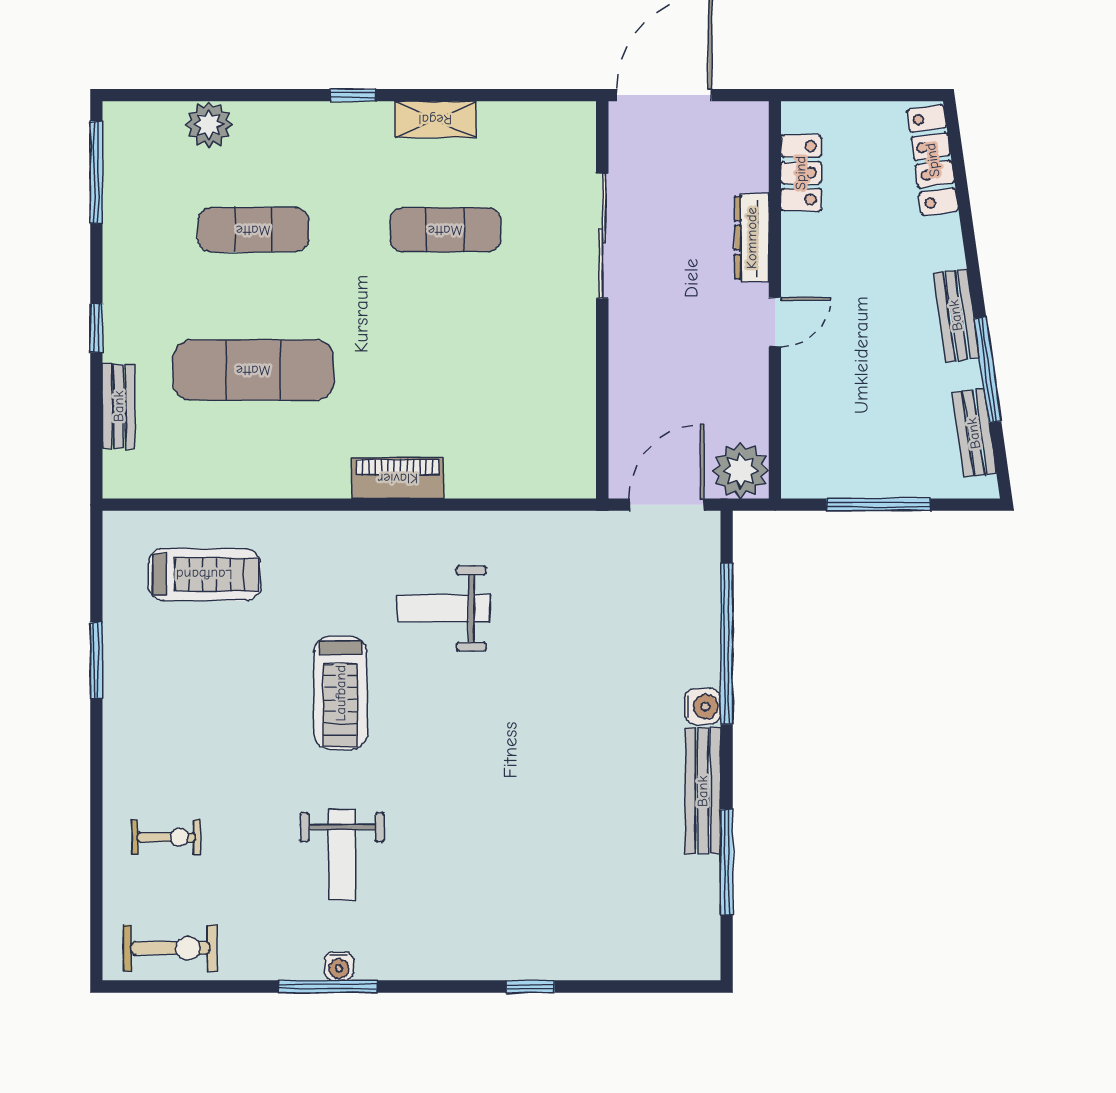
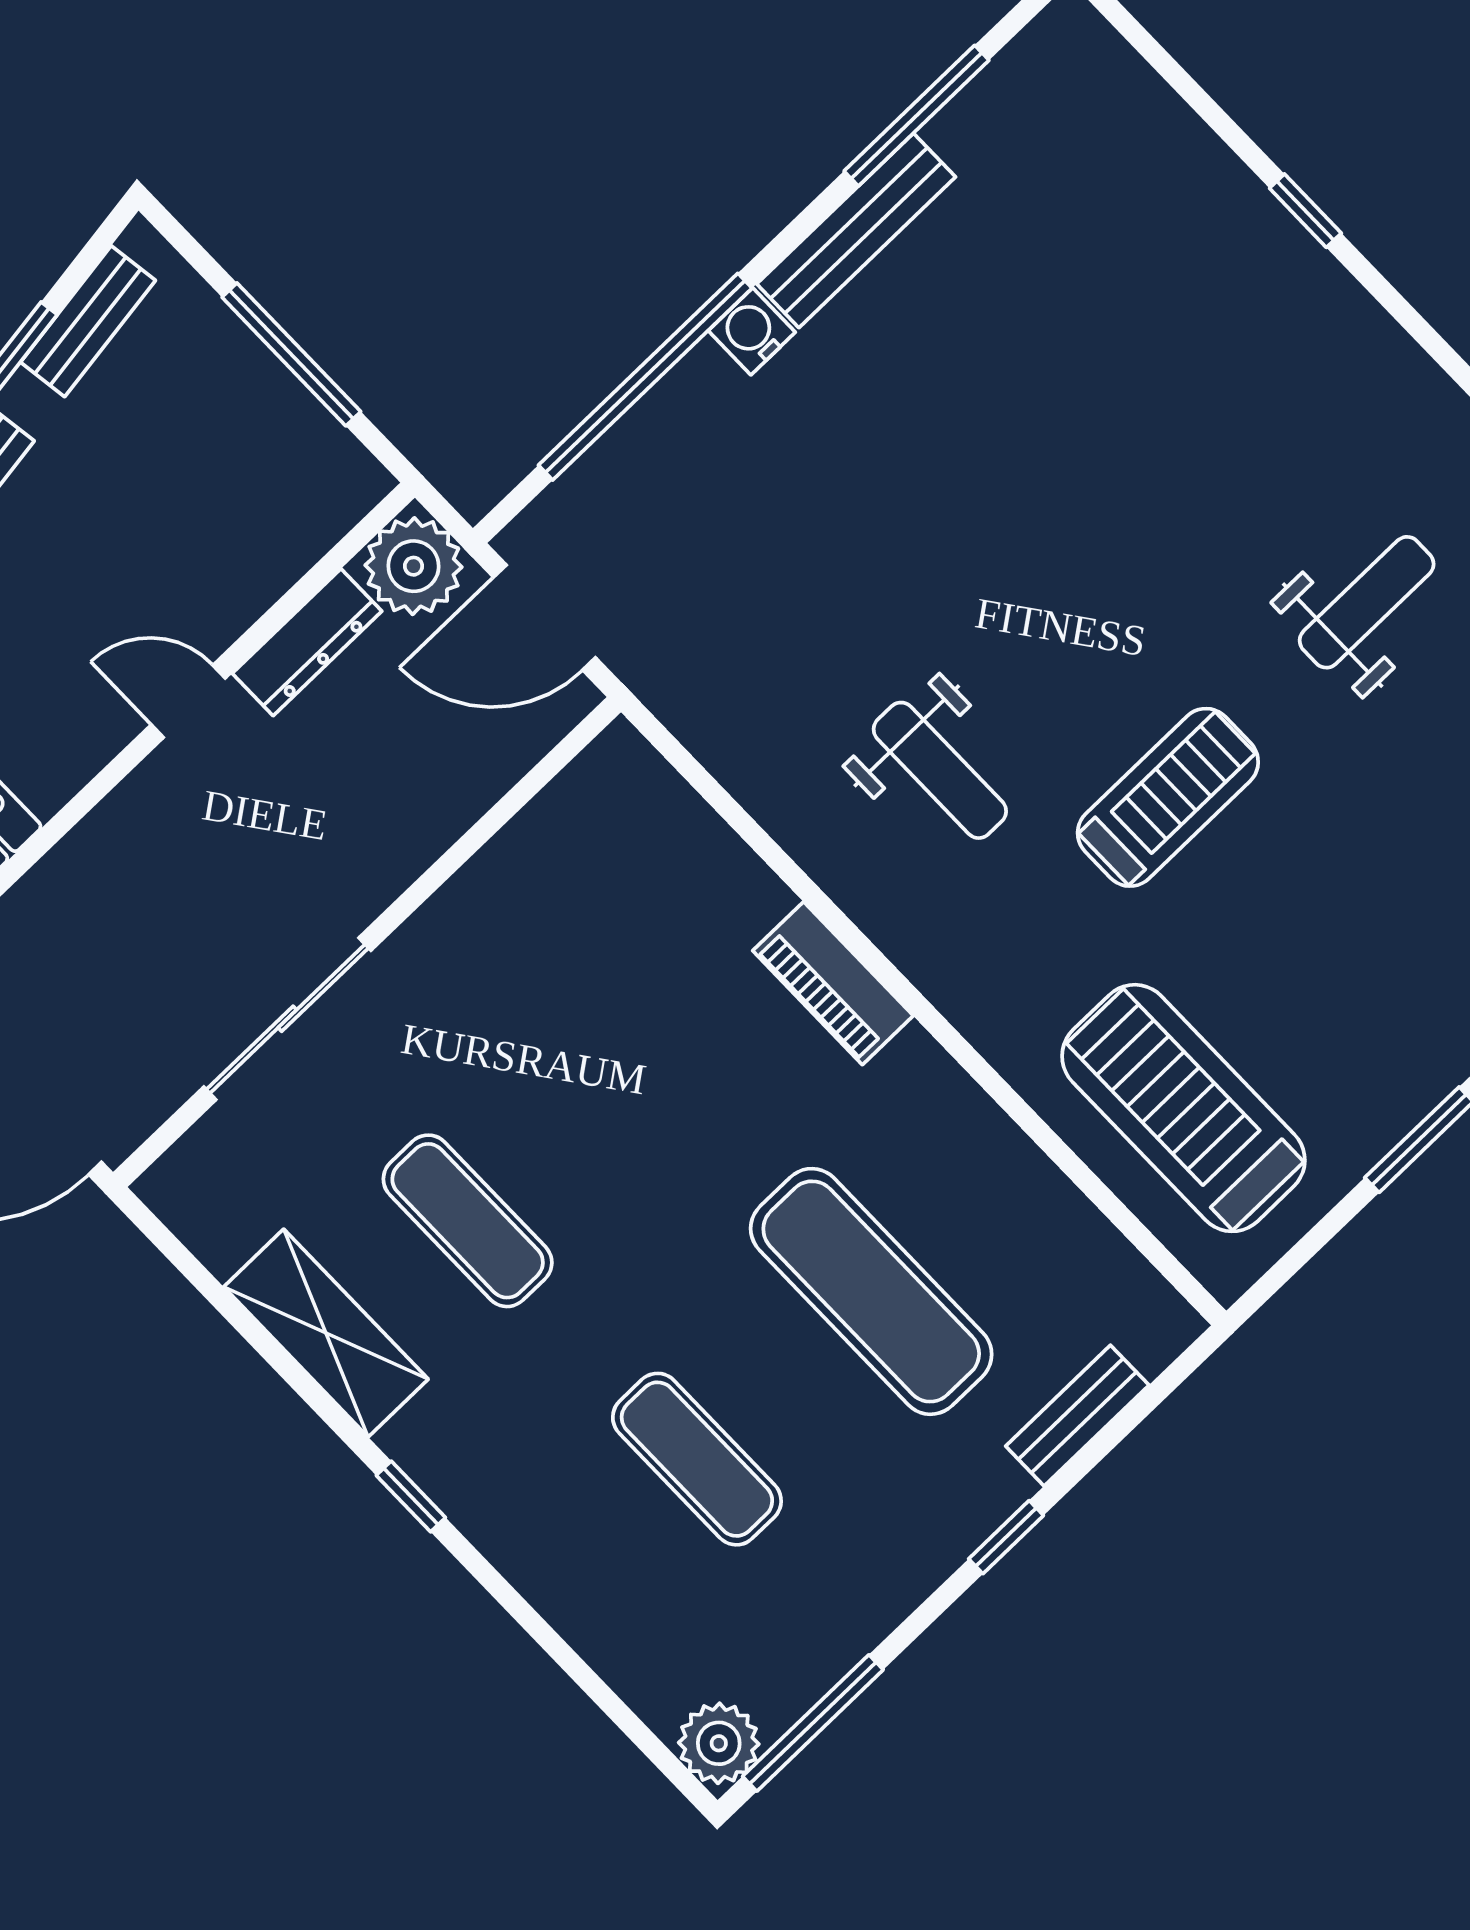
shelving: (435, 119) -> (326, 1333), width x1.50, depth x1.33
plant: (209, 125) -> (719, 1743), moved
dresser: (752, 238) -> (307, 642), moved
treadmill: (204, 574) -> (1183, 1108), width x1.37, depth x1.38

